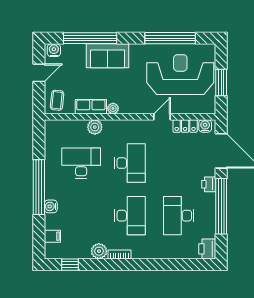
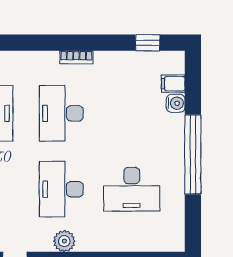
plant: (95, 127) -> (64, 241), moved
water cooler: (51, 206) -> (176, 103), moved
plant: (99, 251) -> (106, 62), removed

